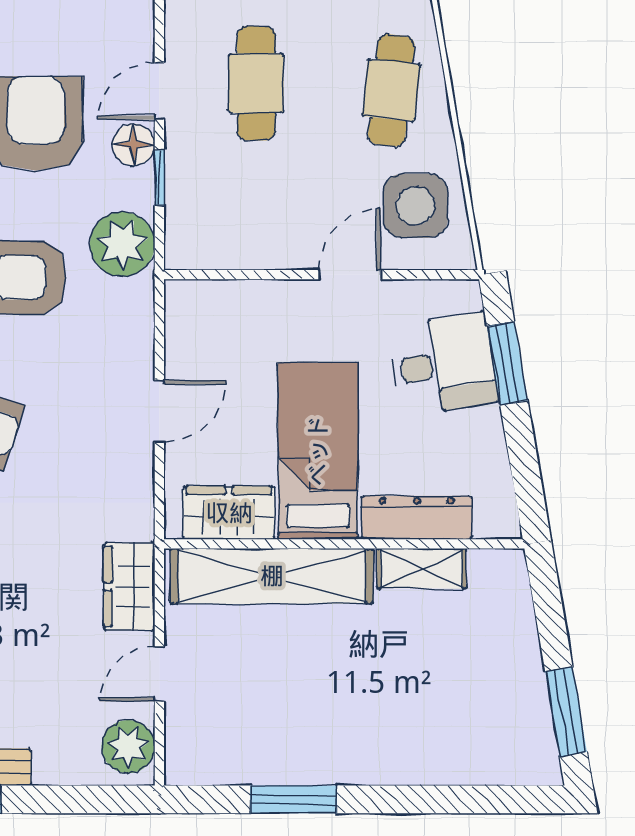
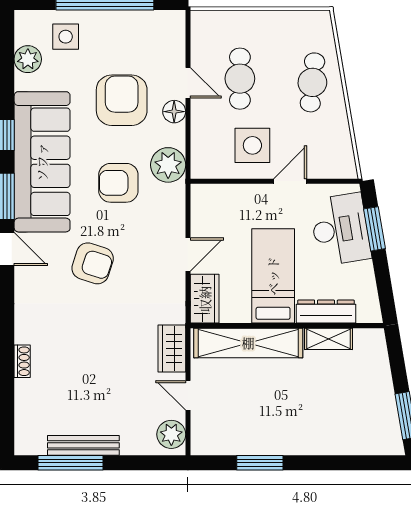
door: (159, 91) -> (188, 83), swing flipped
window: (159, 178) -> (188, 129), removed
side table: (416, 206) -> (252, 145), moved
desk: (443, 364) -> (340, 229), width x1.37
wardrobe: (229, 513) -> (205, 299), moved, turned 90
door: (159, 674) -> (188, 395), hinge flipped

